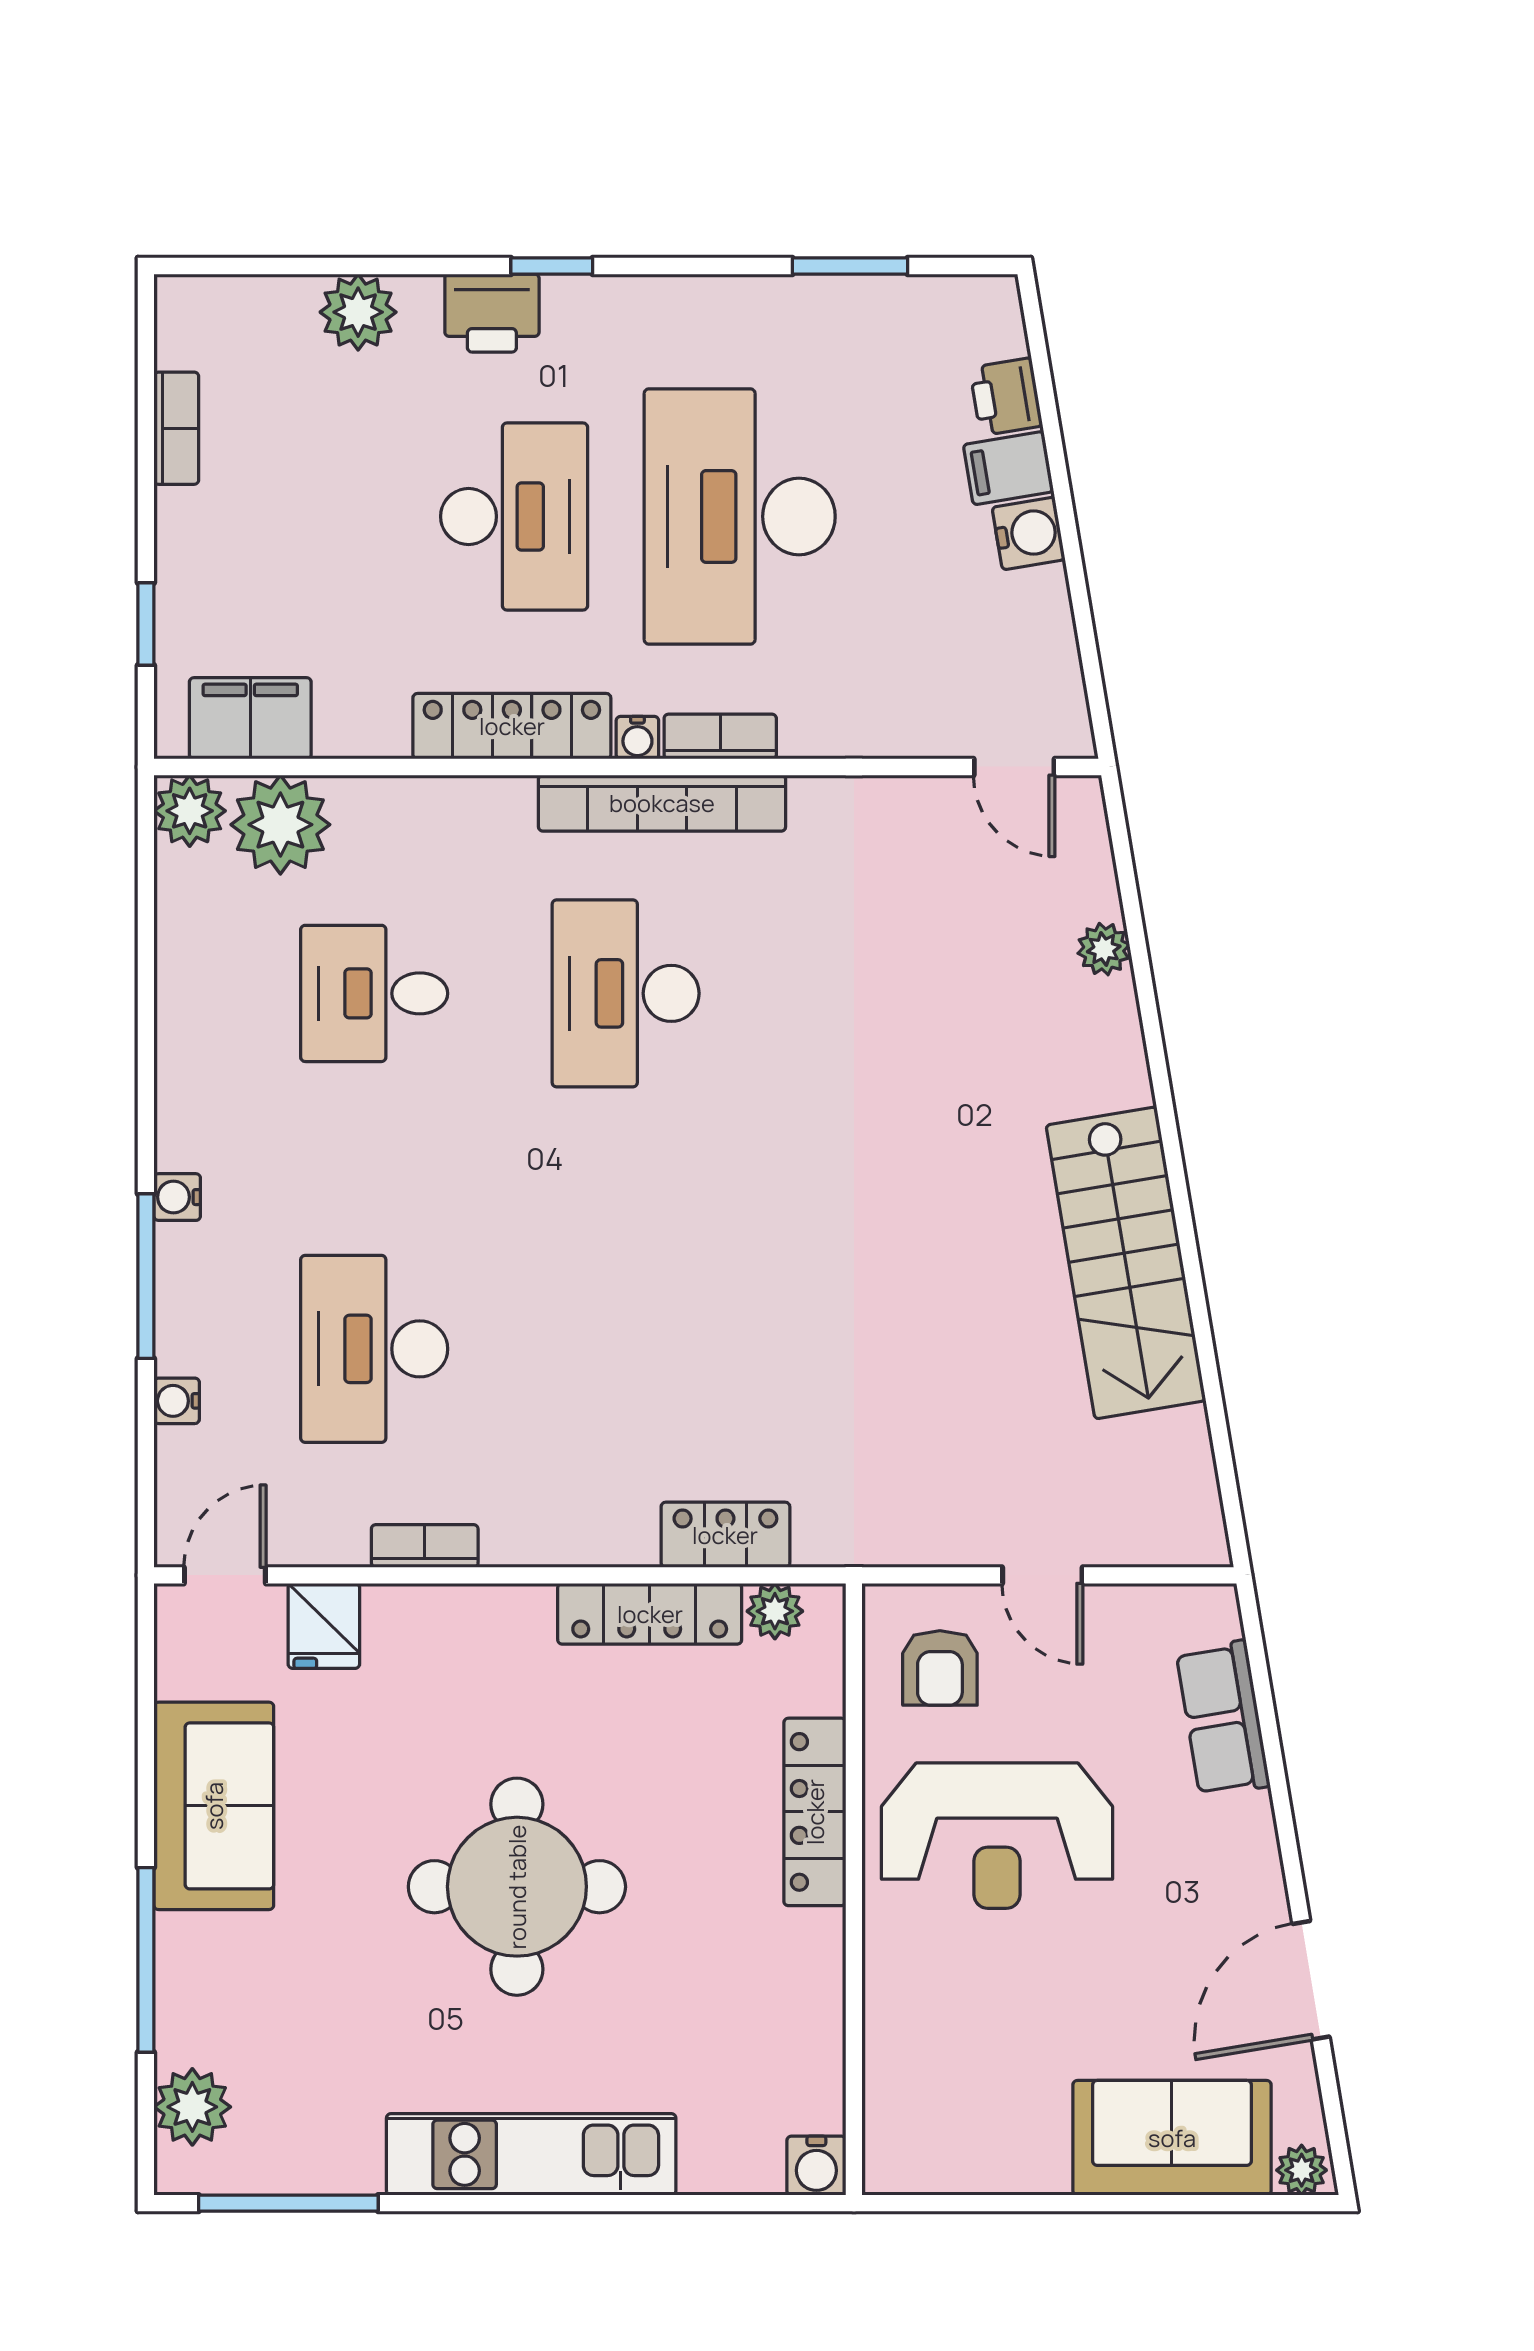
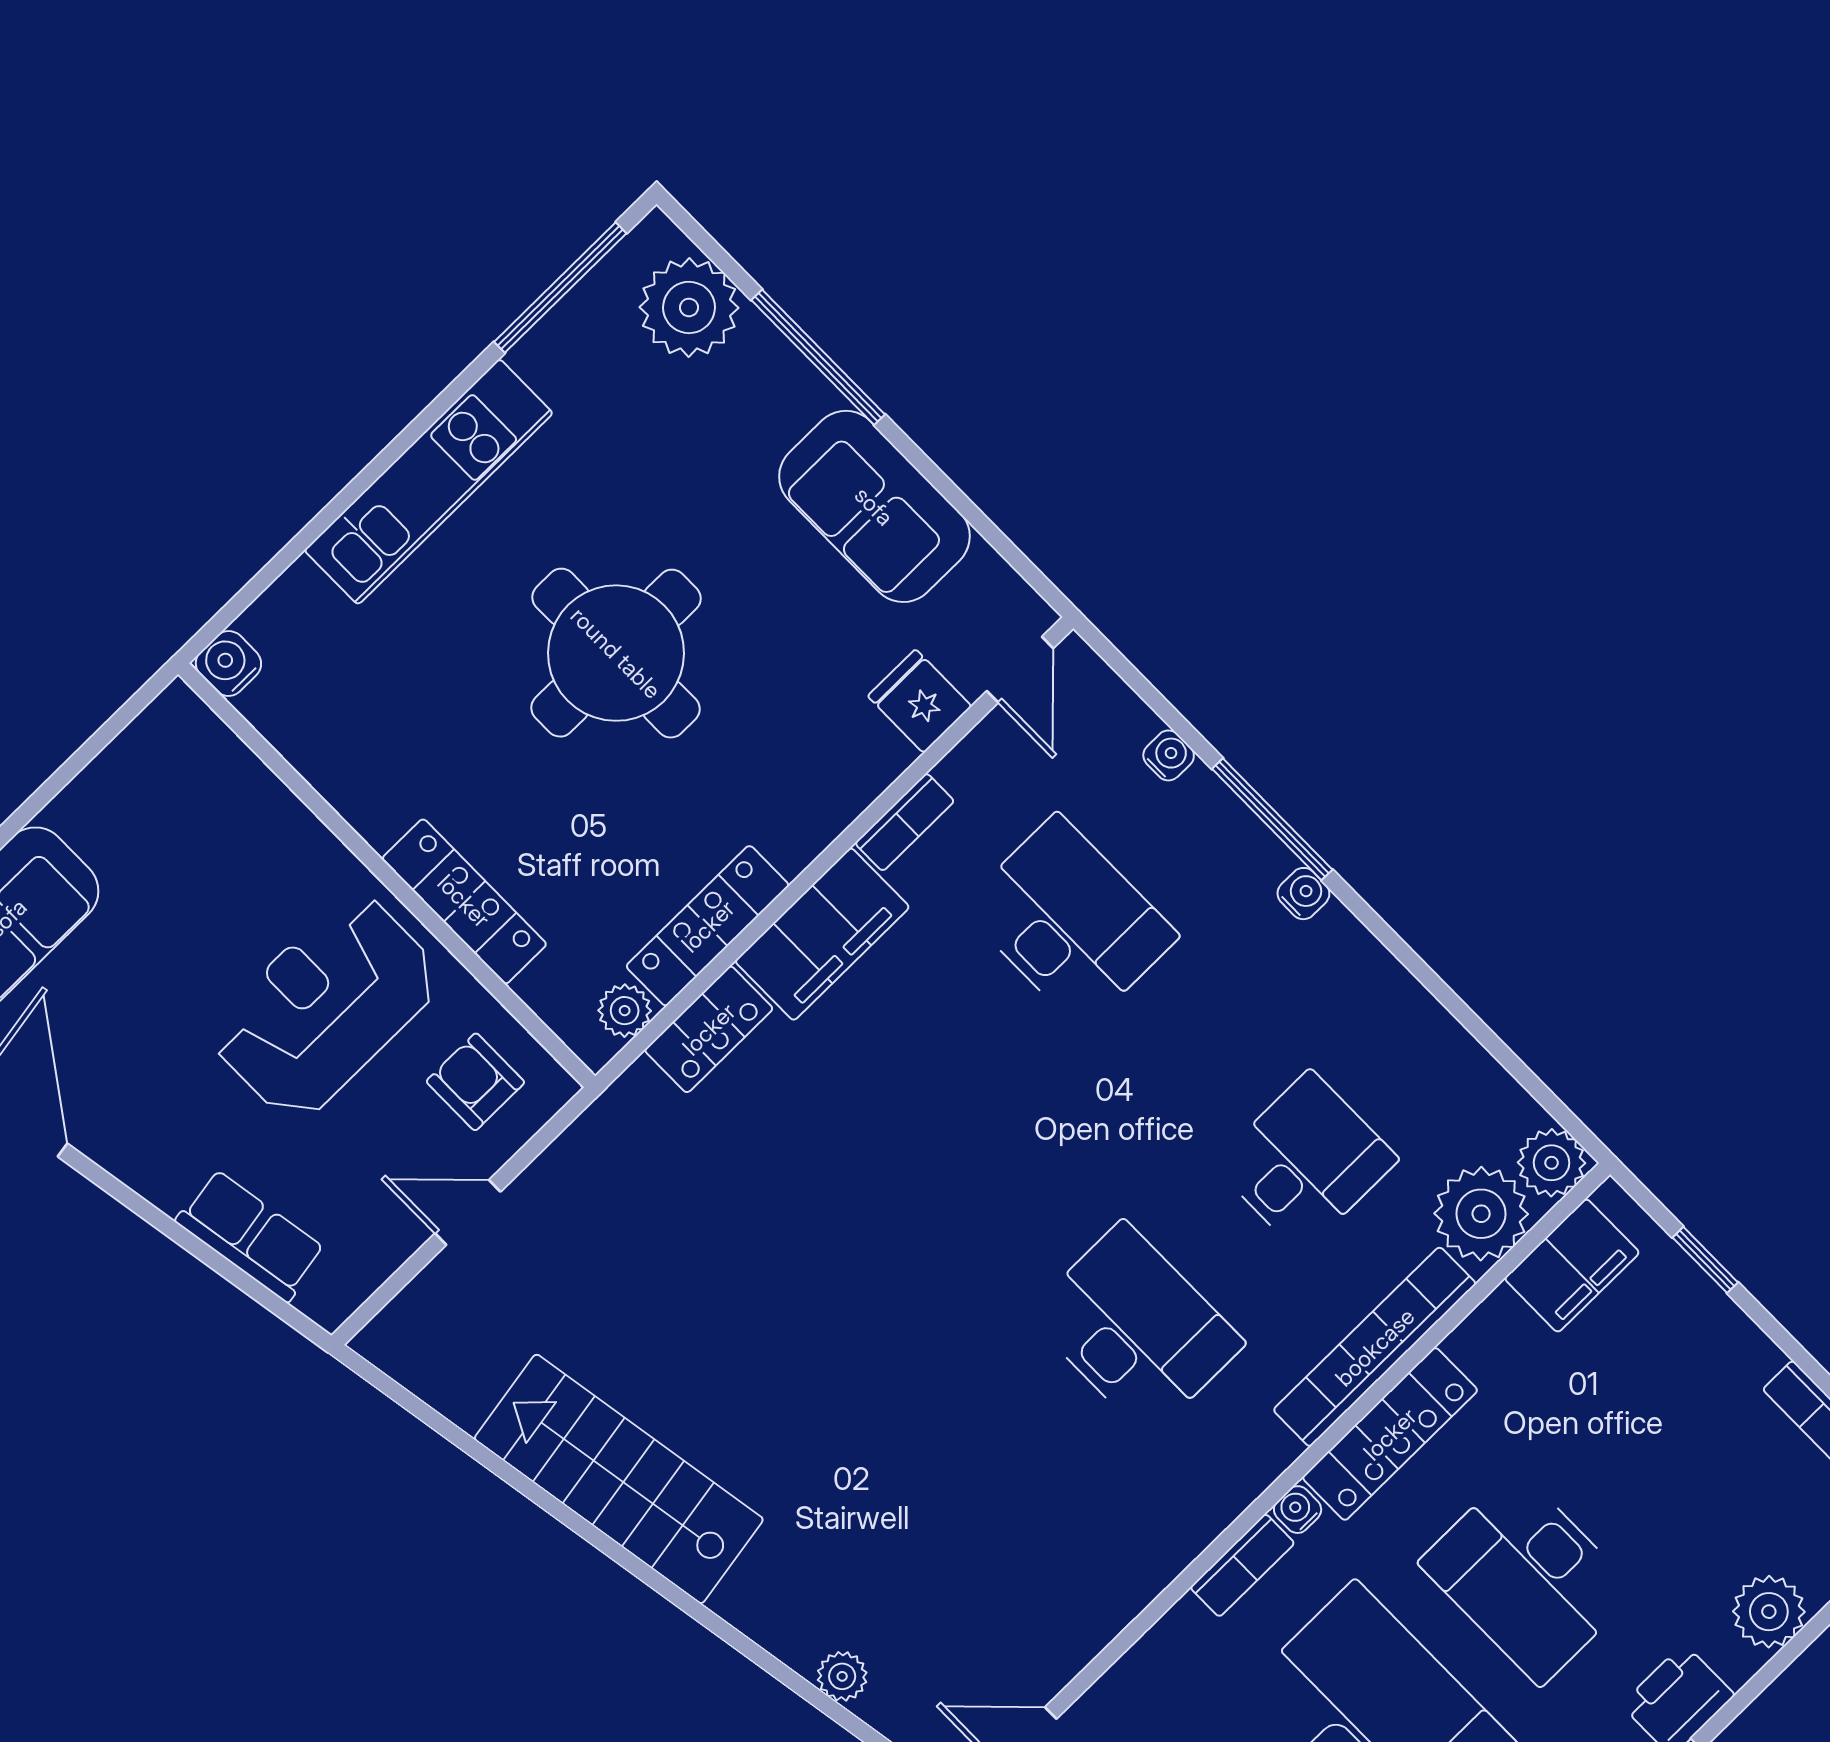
bookcase: (662, 803) -> (1375, 1347), moved
filing cabinet: (570, 1523) -> (822, 934), added
plant: (192, 2107) -> (689, 307), width x1.36, depth x1.36

